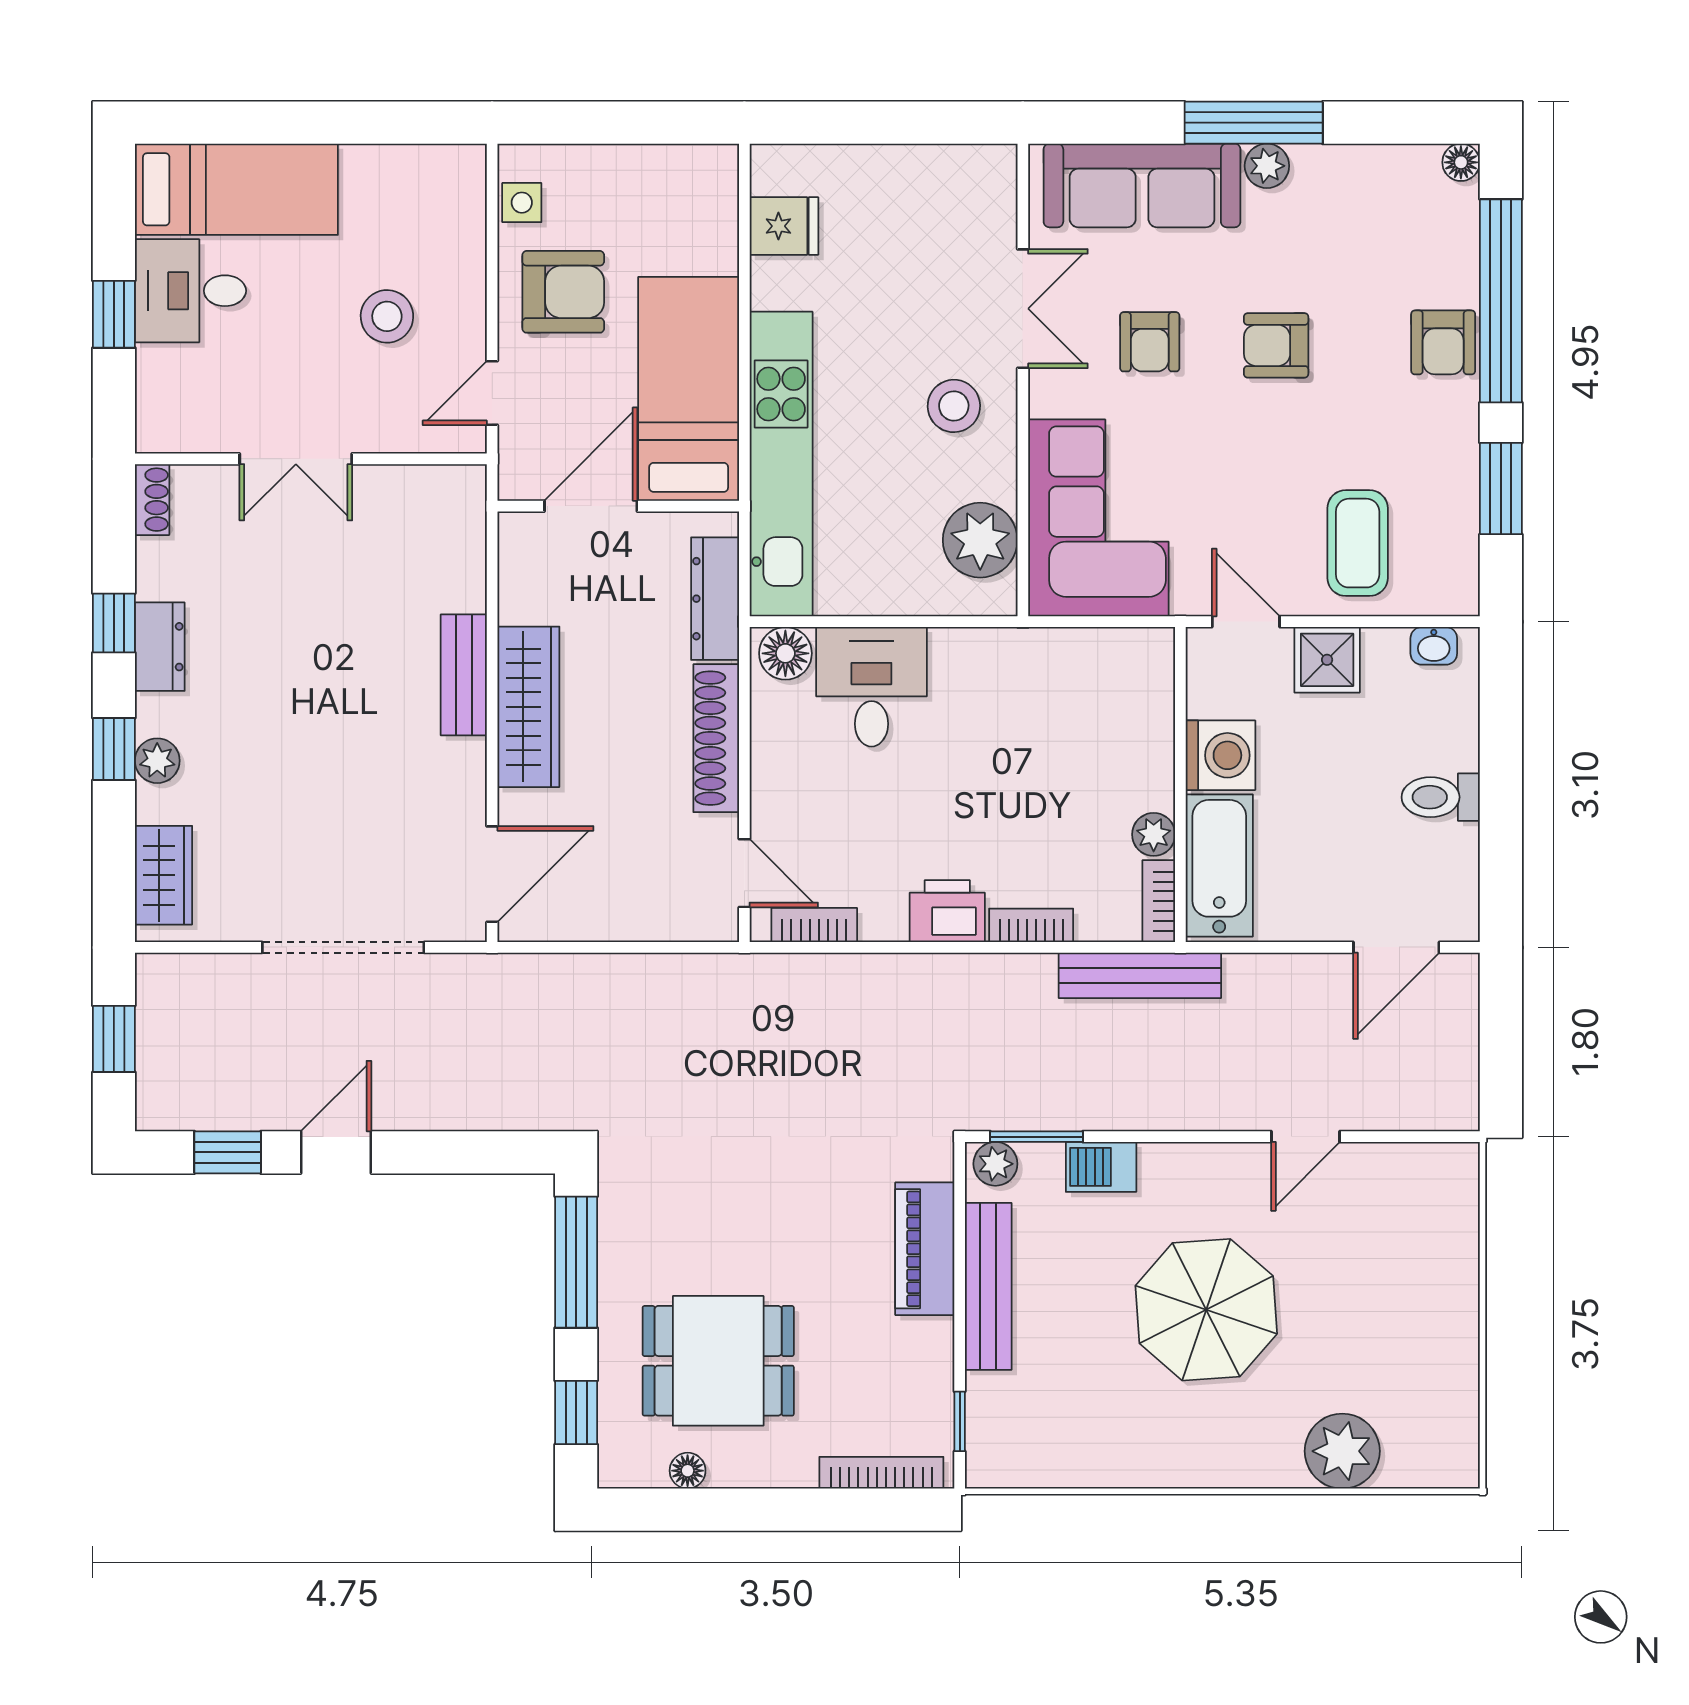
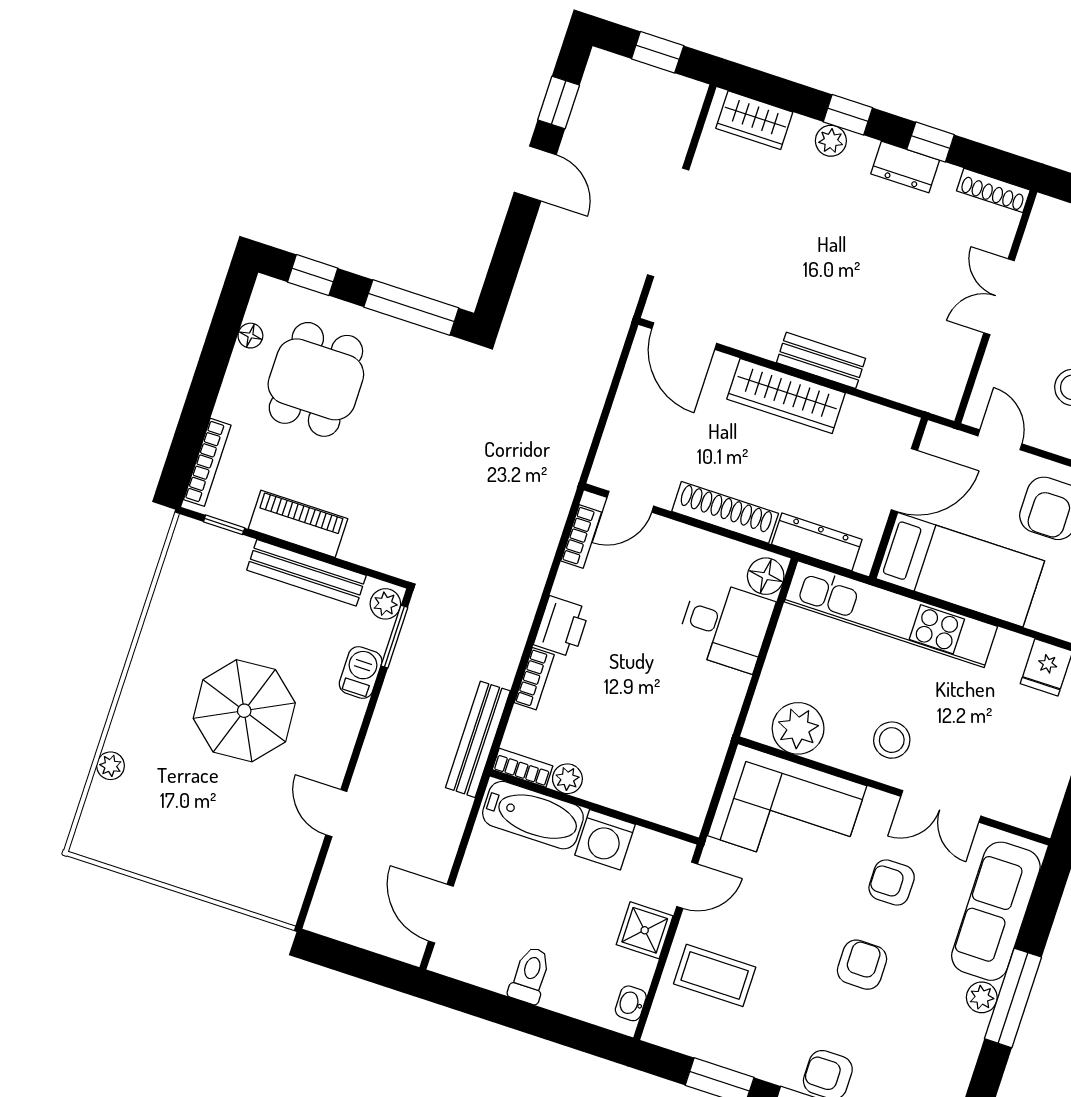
shoe rack: (152, 500) -> (993, 190), width x1.43
door: (591, 506) -> (904, 480), hinge flipped
piano: (925, 1249) -> (298, 524), moved
plant: (1342, 1451) -> (111, 766), width x0.53, depth x0.53

